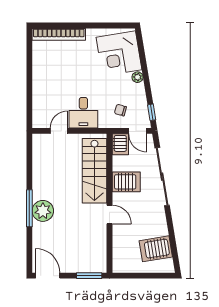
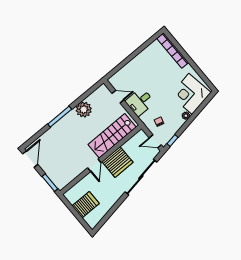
door: (138, 131) -> (155, 141), hinge flipped
server rack: (120, 144) -> (139, 138), removed
server rack: (126, 182) -> (117, 162), width x1.60
plant: (43, 211) -> (84, 110), moved
server rack: (156, 249) -> (86, 205), moved, turned 99

